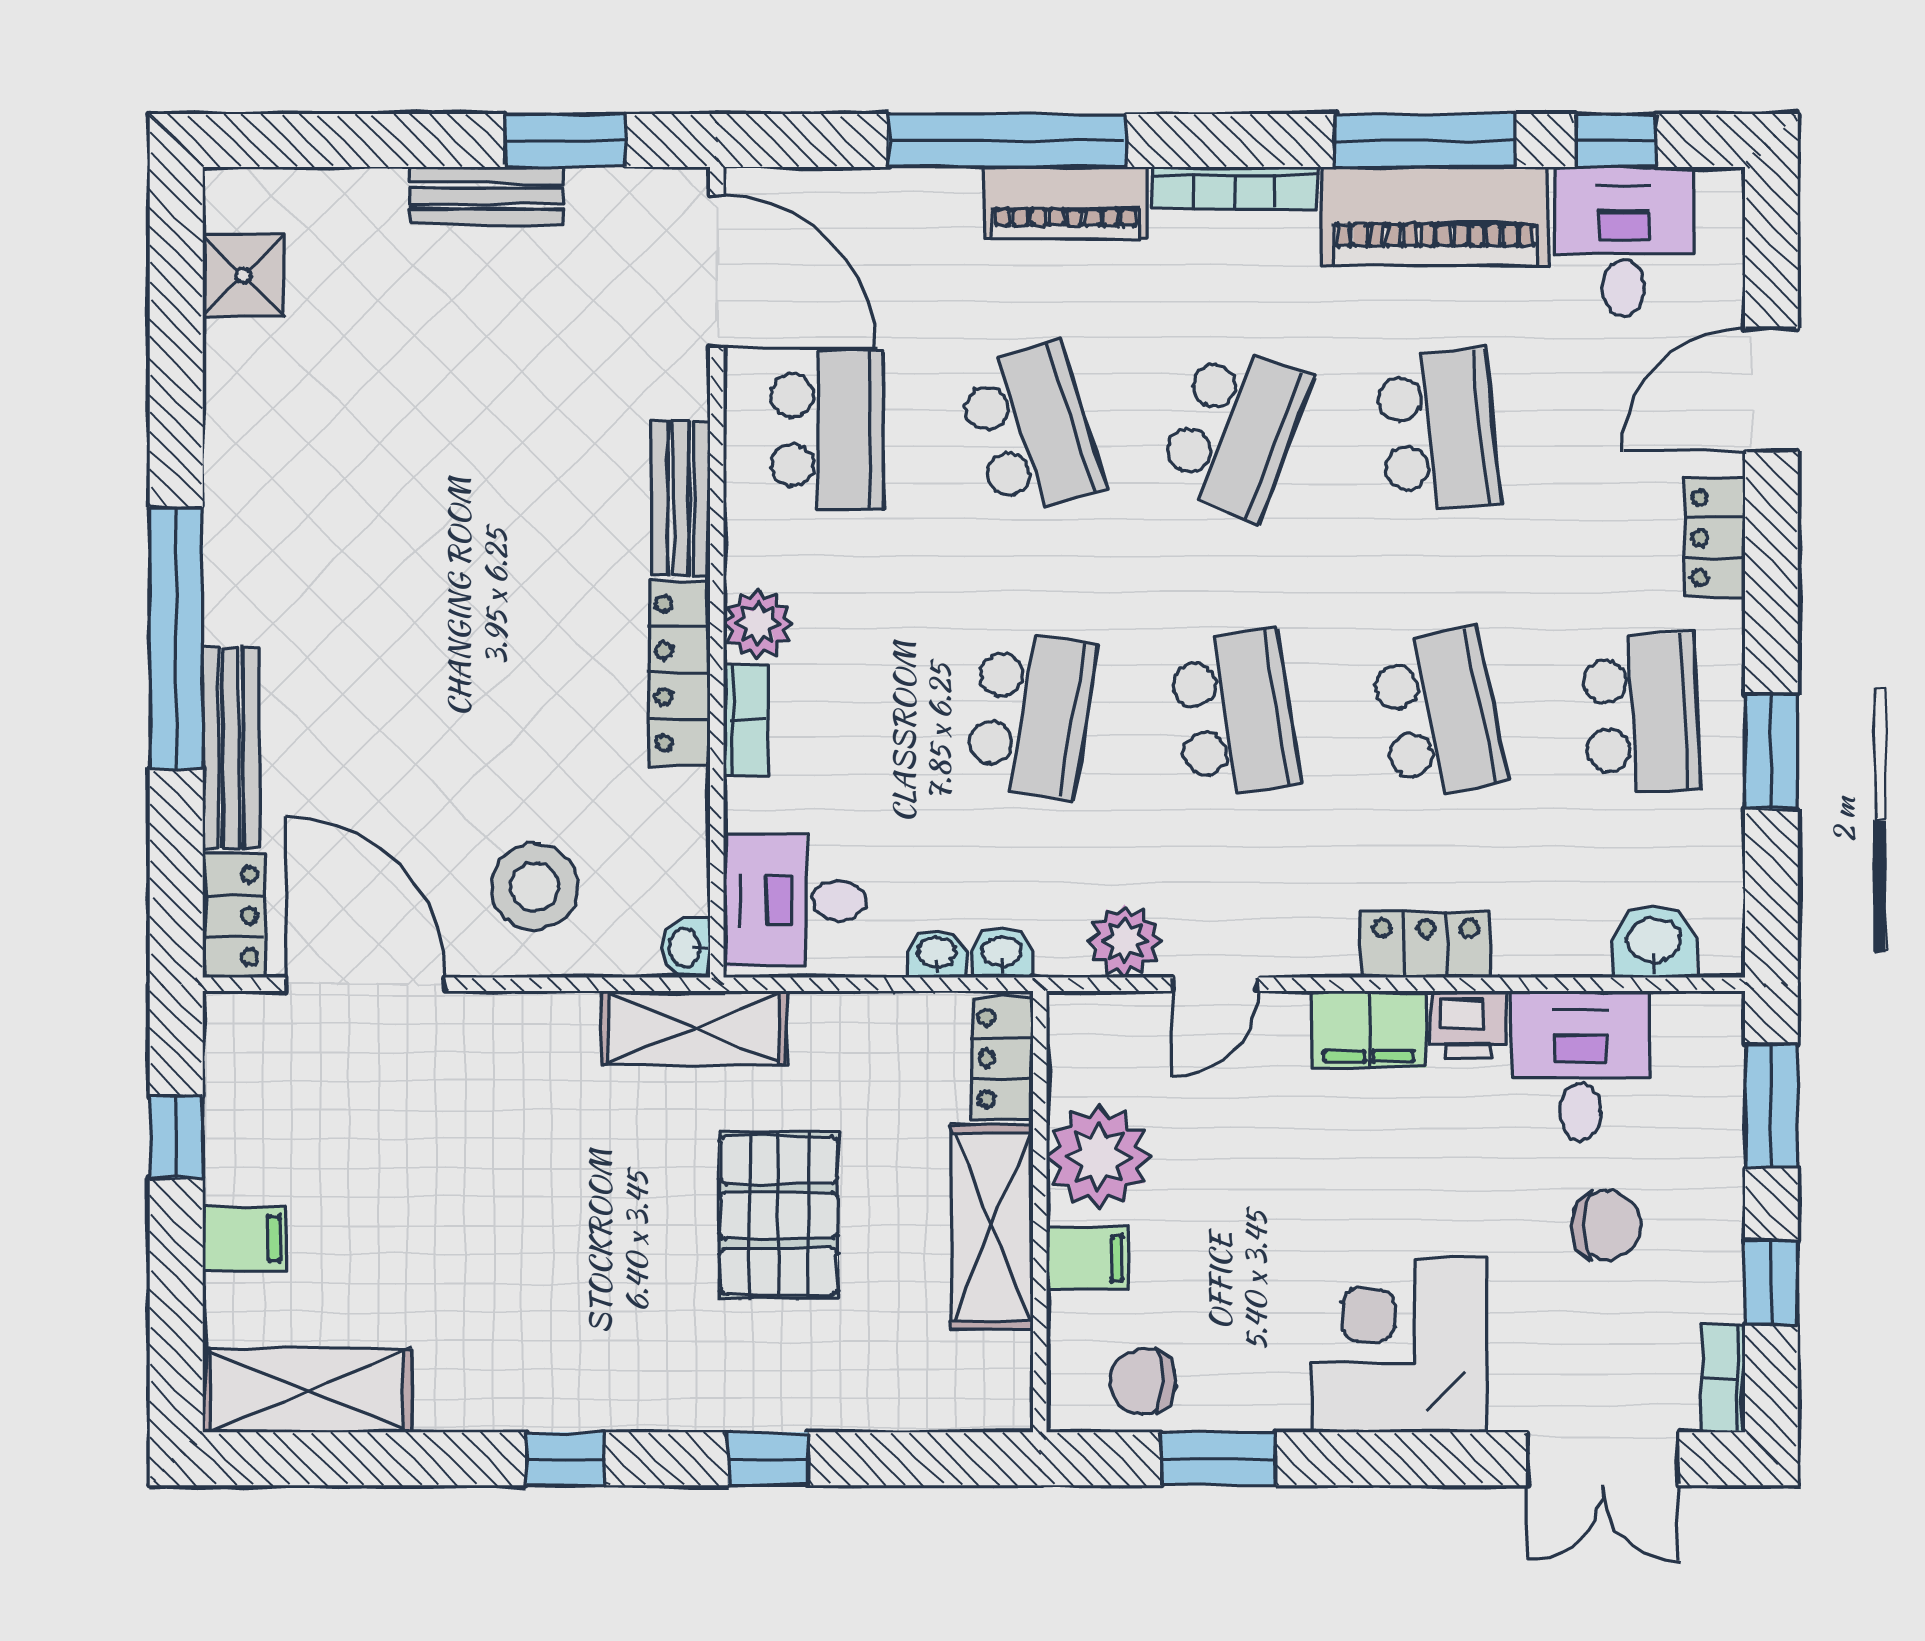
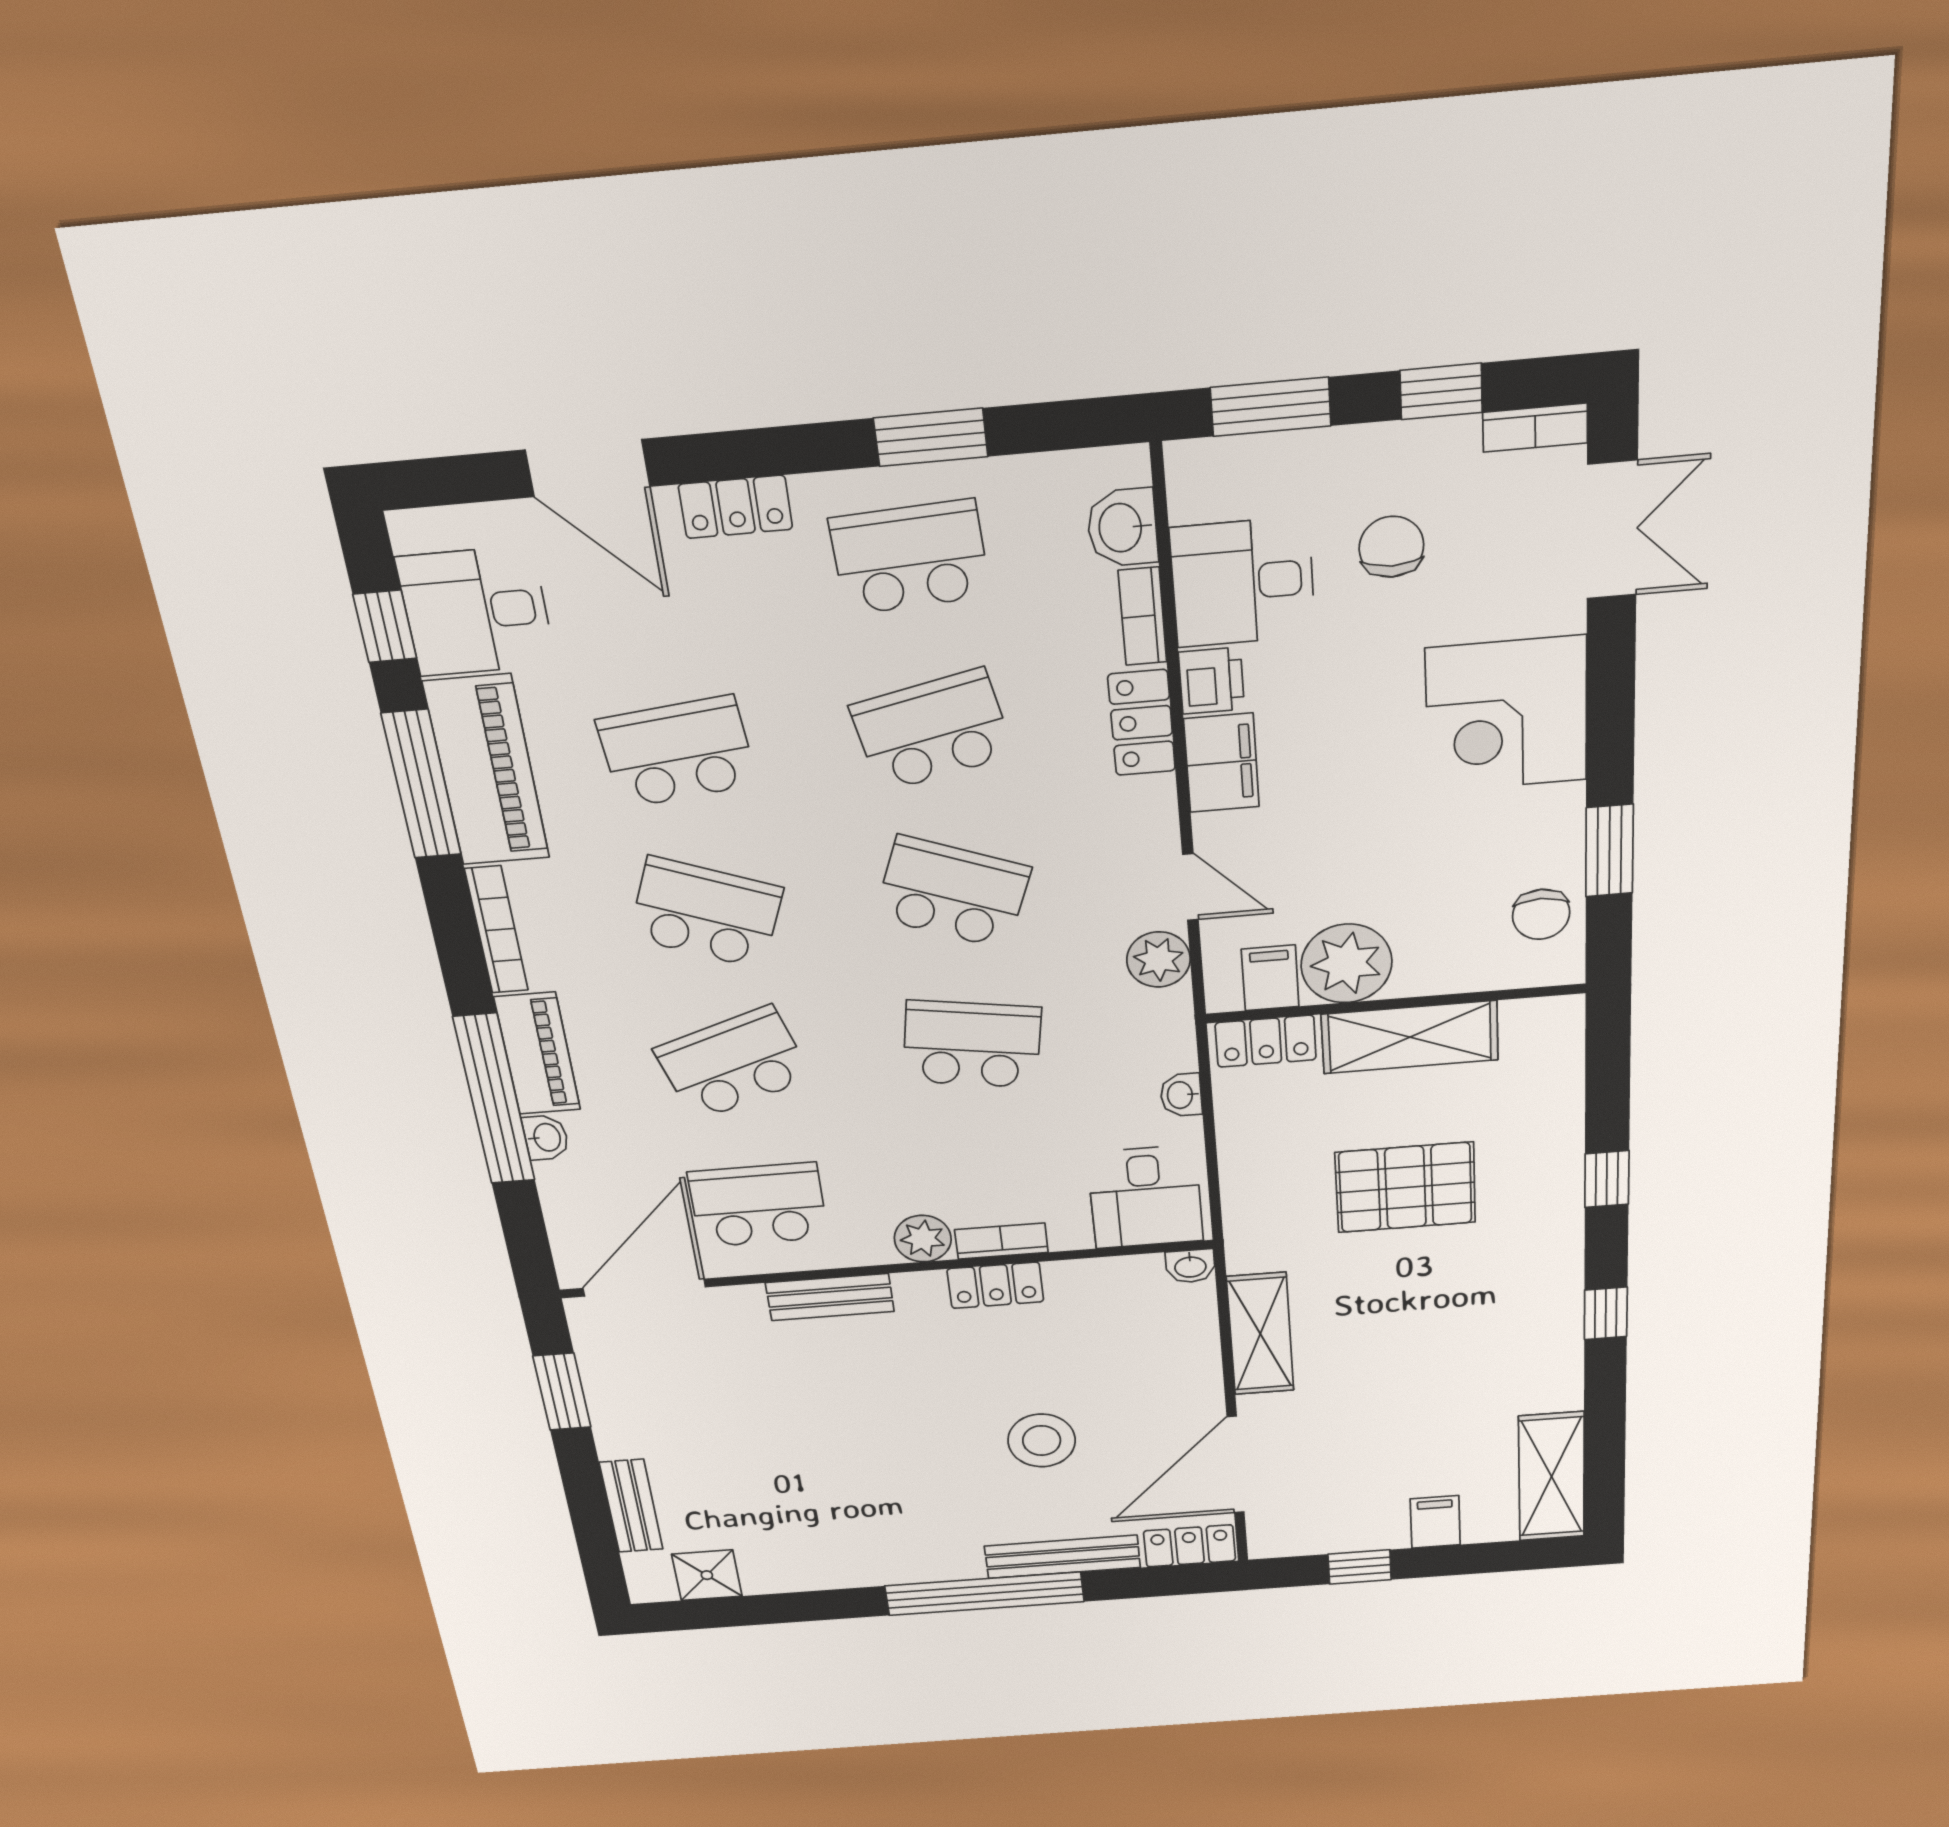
bench: (486, 196) -> (631, 1506), moved
locker: (680, 673) -> (995, 1285), width x0.66
school desk: (1234, 714) -> (953, 892), turned 30
stool: (535, 887) -> (1042, 1440), moved
washbasin: (1002, 953) -> (546, 1137), moved, turned 180
bookcase: (1551, 956) -> (1143, 616), added
shelving: (693, 1028) -> (1260, 1334), moved
filing cabinet: (1088, 1258) -> (1270, 978), moved

